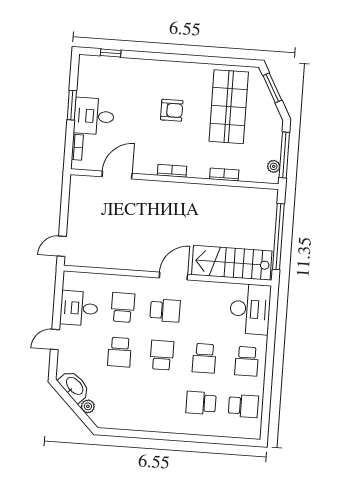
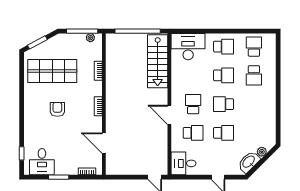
desk: (94, 116) -> (42, 162), moved
door: (173, 276) -> (169, 115), moved
school desk: (123, 307) -> (193, 133), turned 180
desk: (79, 308) -> (184, 163), moved, turned 90

